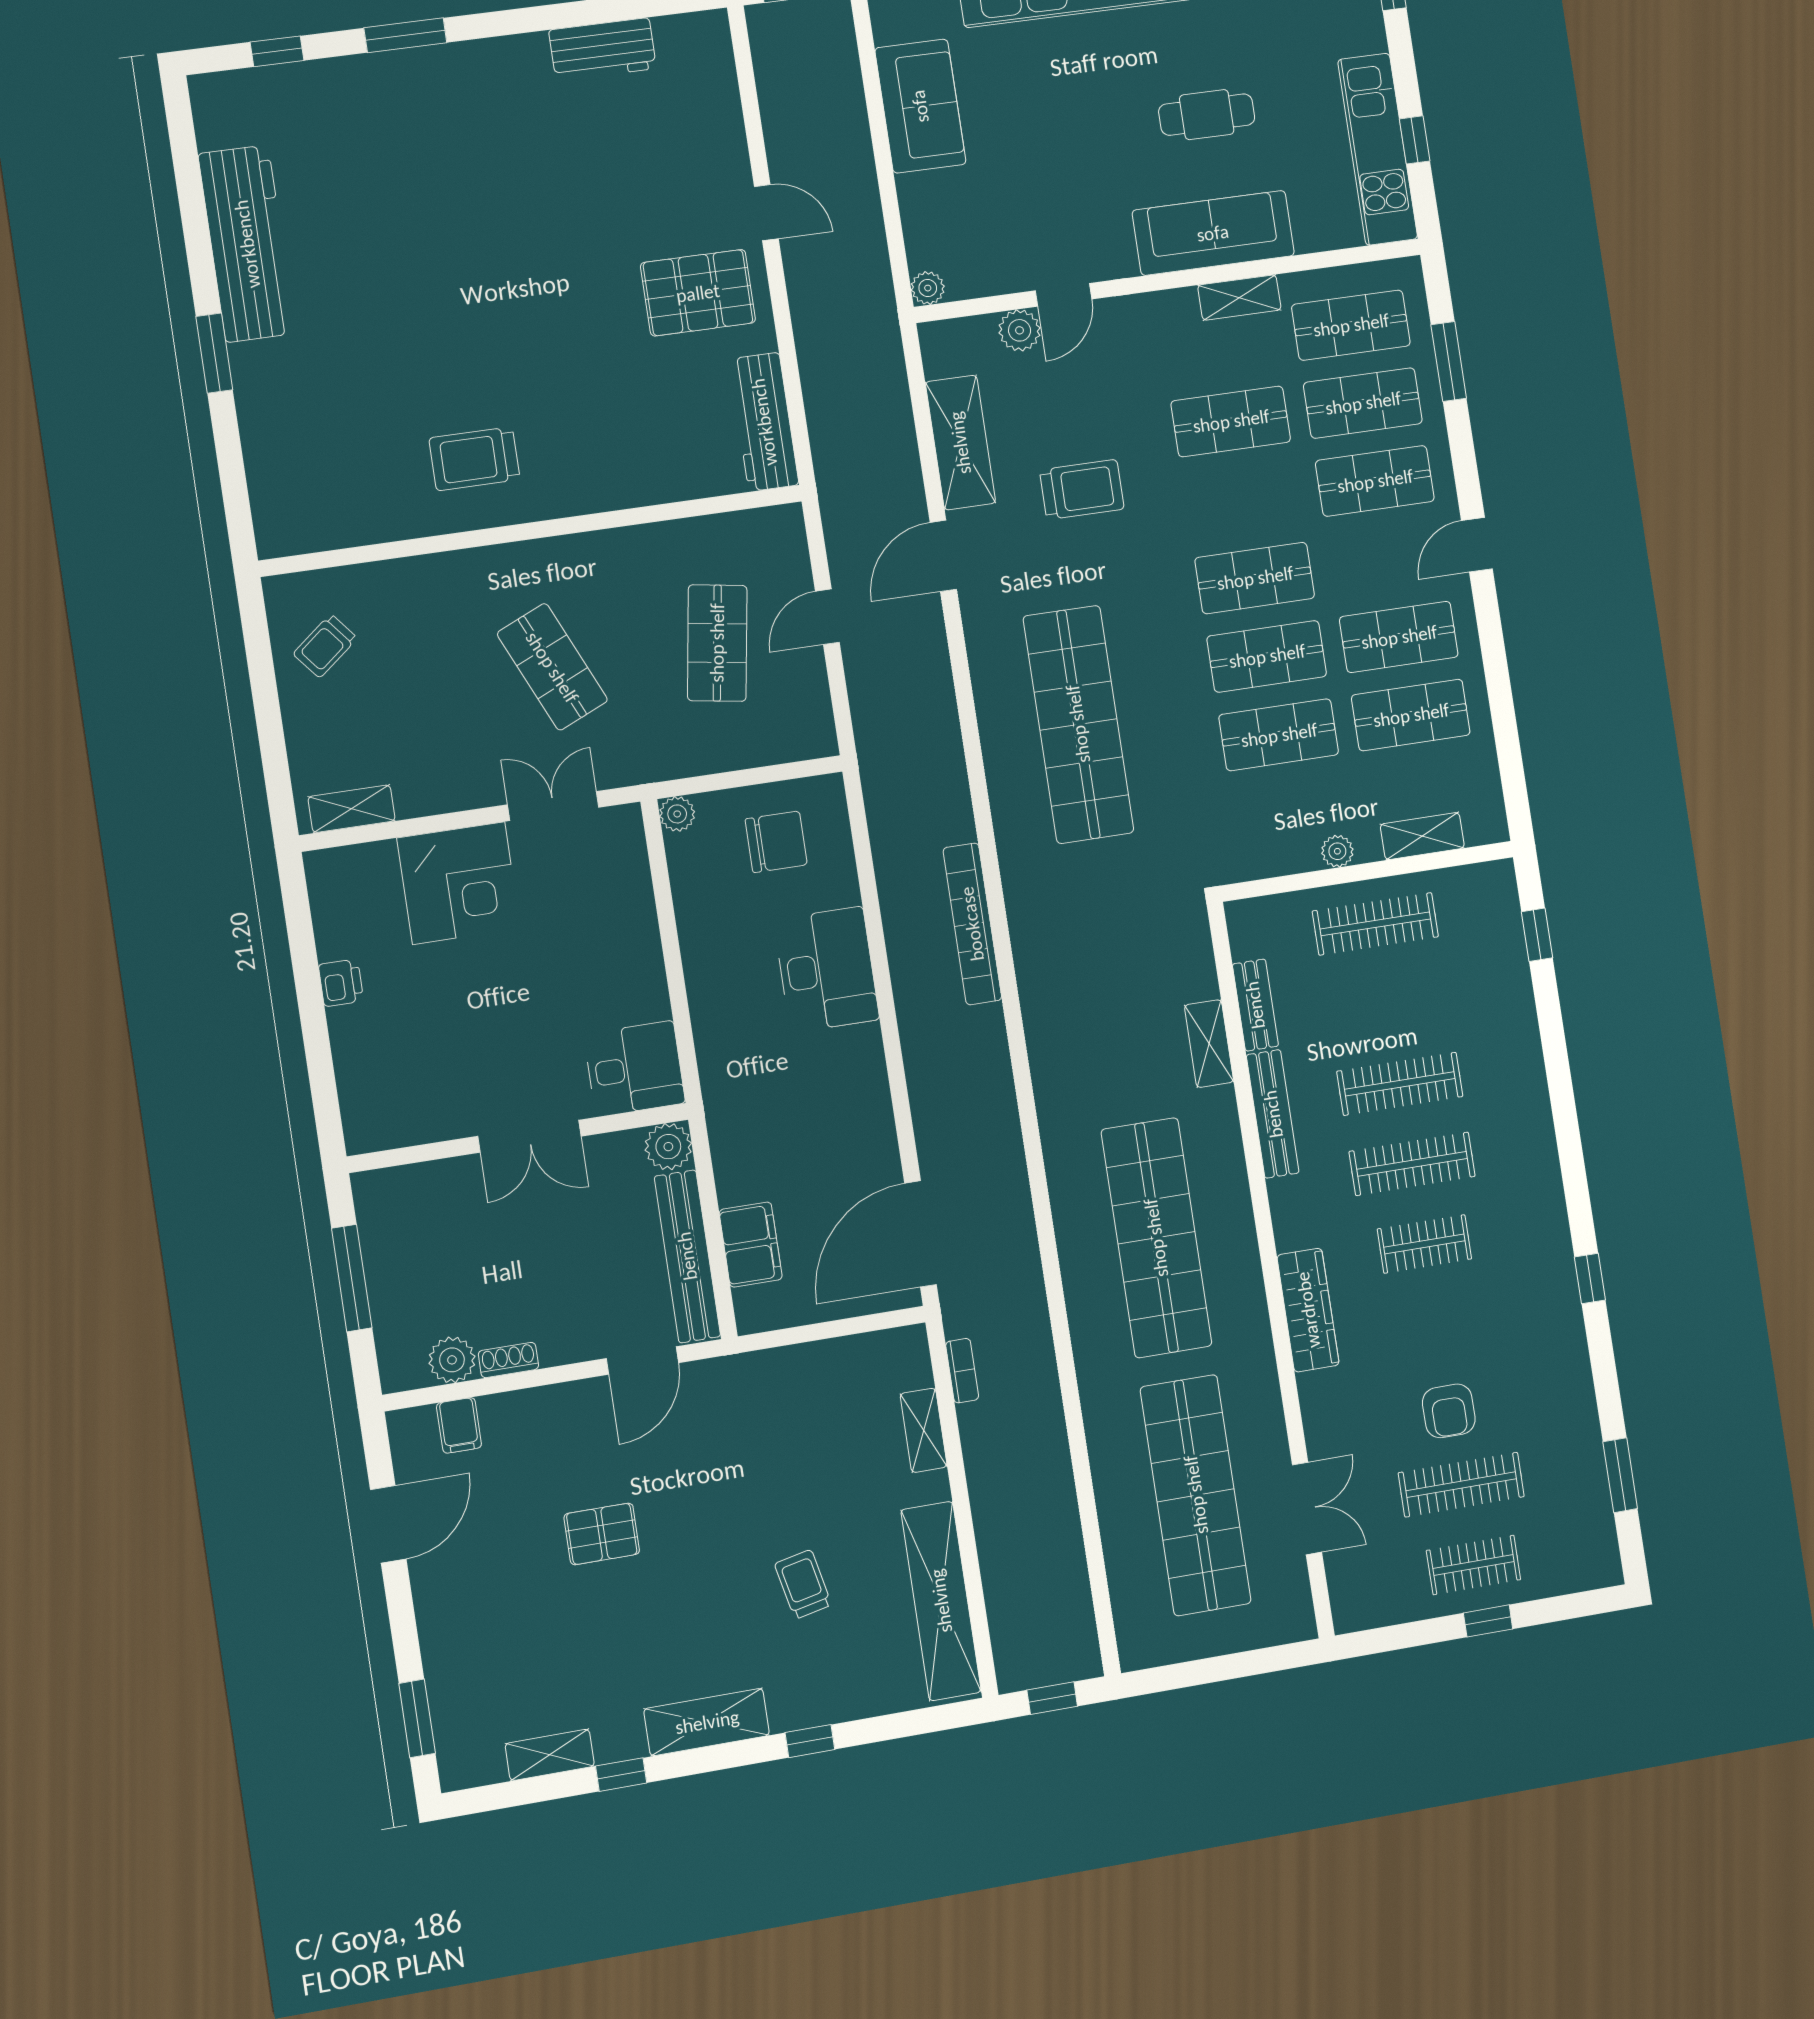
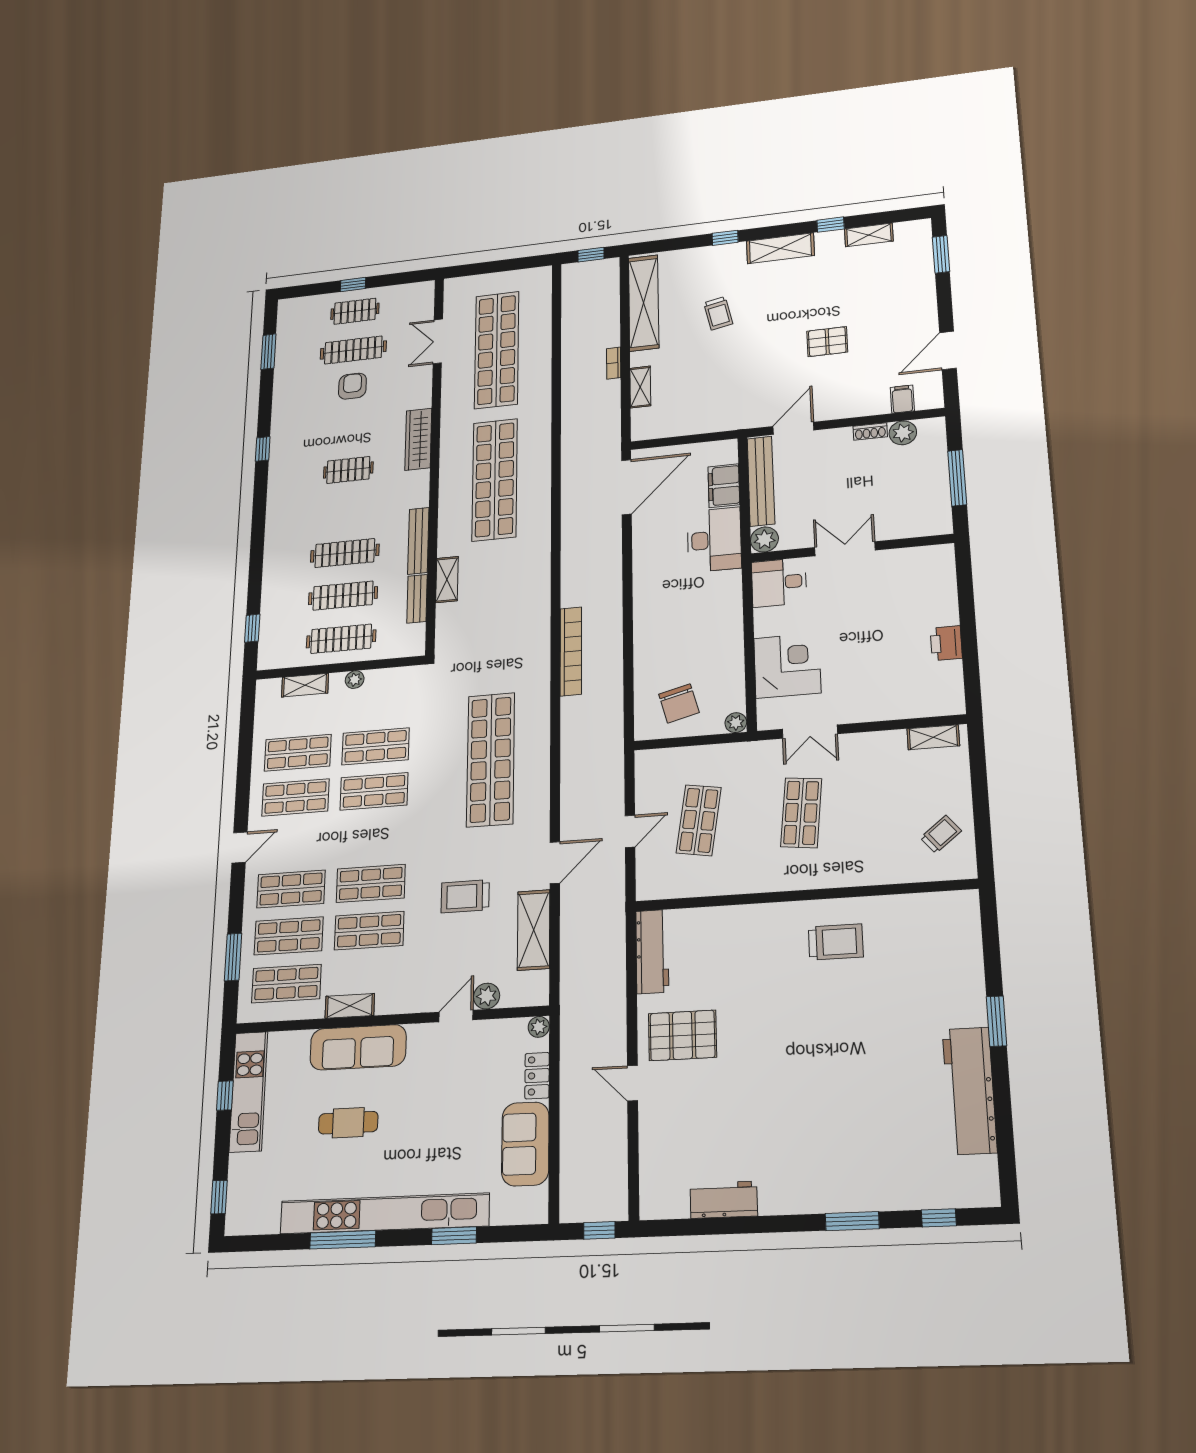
locker: (918, 212) -> (537, 1076), added
shop shelf: (1255, 578) -> (371, 883), moved
shop shelf: (552, 667) -> (801, 813), turned 30
chair: (776, 842) -> (679, 703), turned -105
corner desk: (459, 883) -> (787, 666), moved, turned 90
desk: (827, 970) -> (714, 540), moved, turned 180
printer: (341, 983) -> (946, 643), width x1.36, depth x1.24
clothes rail: (1412, 1164) -> (343, 596), moved
bookcase: (962, 1371) -> (614, 363), moved

